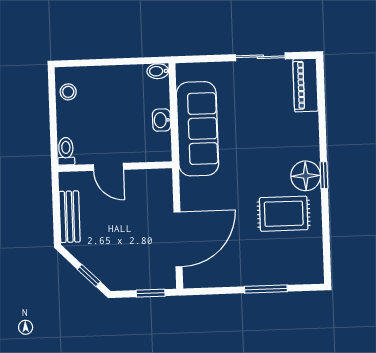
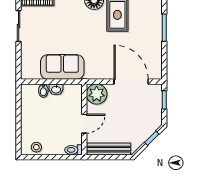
bidet: (158, 71) -> (43, 91), moved
sofa: (198, 129) -> (62, 67), width x0.73
plant: (156, 185) -> (97, 94), added
bench: (70, 217) -> (109, 149), width x1.36

